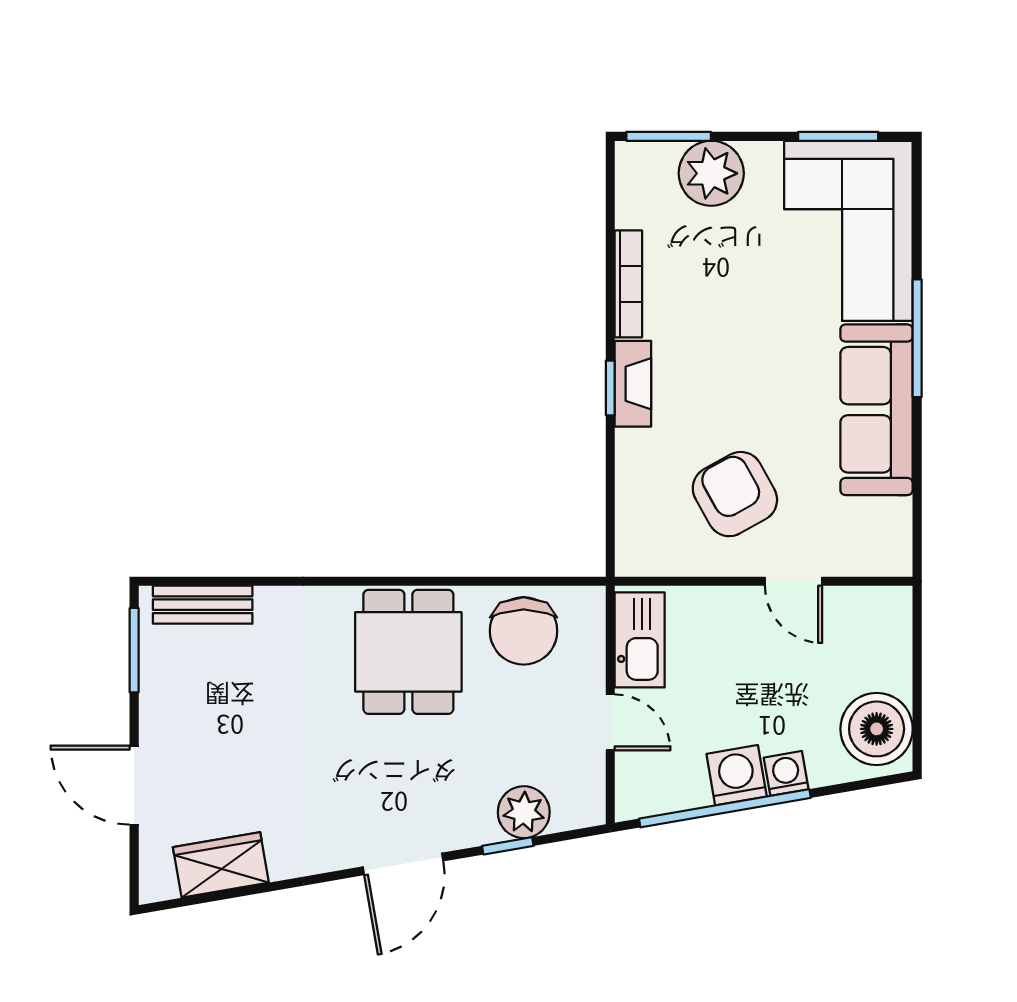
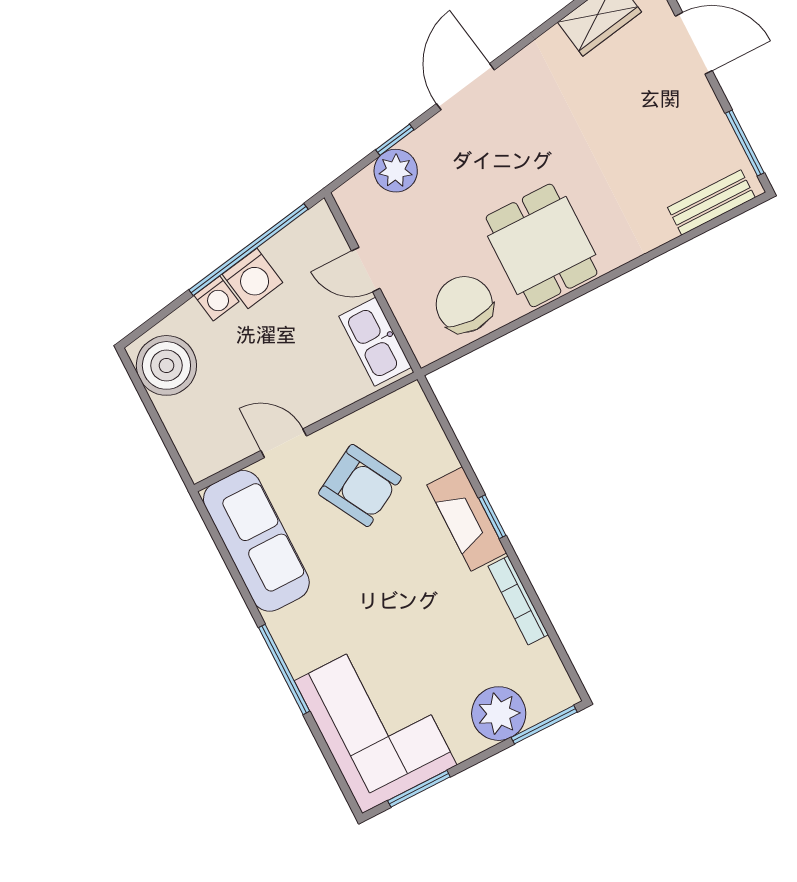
fireplace: (633, 384) -> (467, 519), width x1.37, depth x1.32
sofa: (876, 410) -> (256, 541), moved

